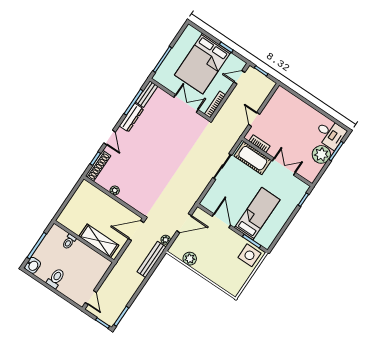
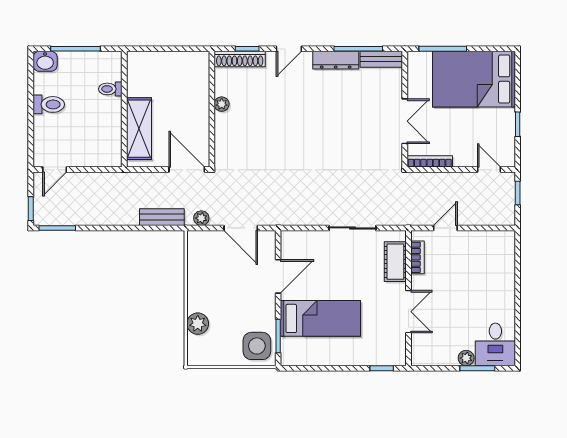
bed: (203, 64) -> (474, 79), moved
plant: (321, 154) -> (466, 358), width x0.53, depth x0.53
cot: (253, 158) -> (395, 262), width x0.73, depth x0.75
bench: (152, 259) -> (162, 217), width x0.73
plant: (190, 259) -> (198, 324), moved

